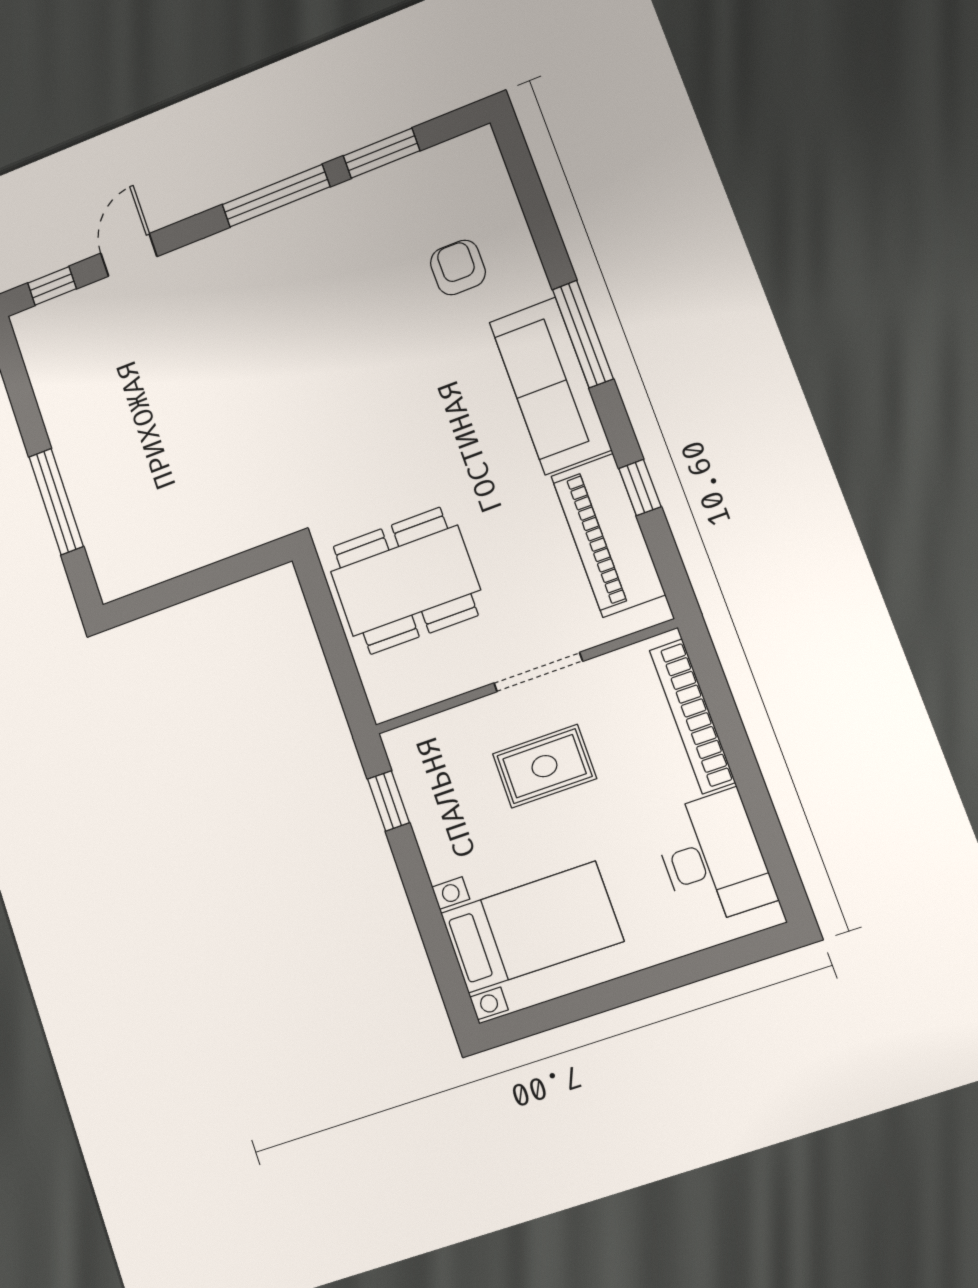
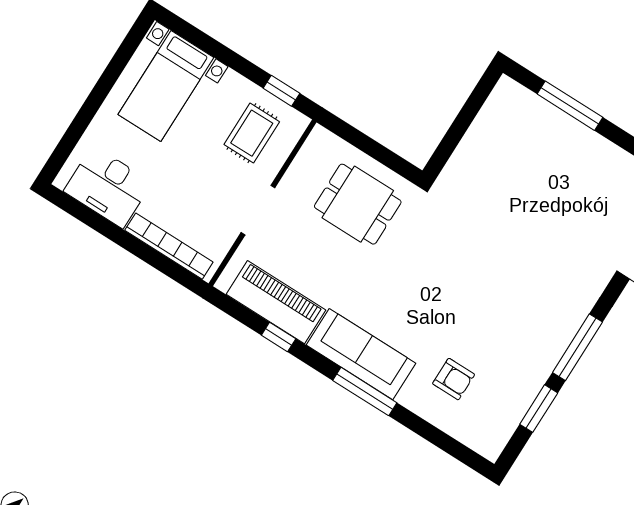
dining table: (405, 581) -> (358, 204), width x0.73
rug: (544, 766) -> (252, 133), moved

